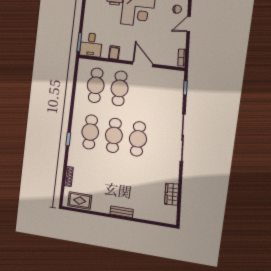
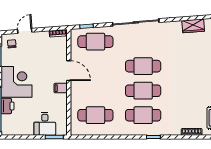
door: (189, 24) -> (25, 31), swing flipped
desk: (91, 45) -> (45, 124), moved, turned 90
filing cabinet: (114, 53) -> (61, 88), moved
door: (143, 64) -> (69, 71), swing flipped
cafe table: (120, 88) -> (95, 42), moved

